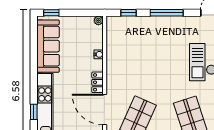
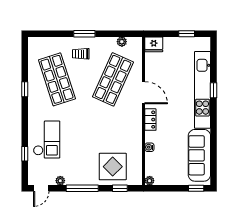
plant: (189, 20) -> (60, 181), added
display table: (136, 35) -> (113, 167), added
door: (105, 110) -> (144, 93), width x0.73

